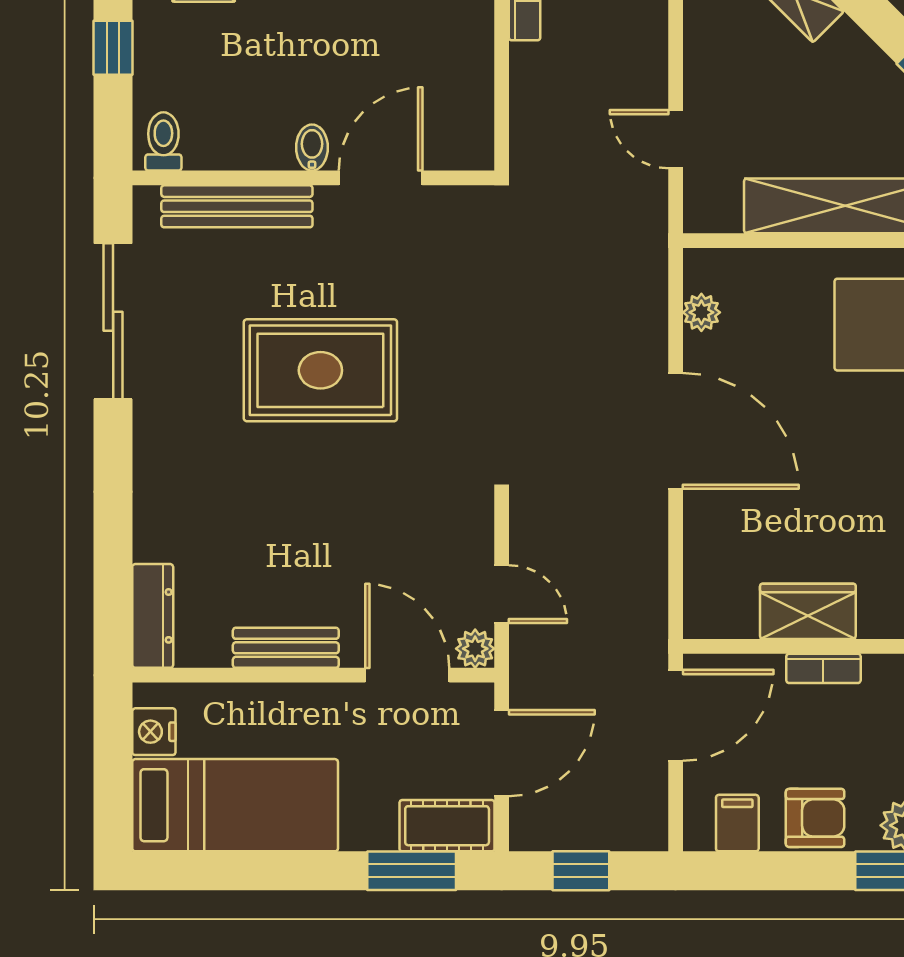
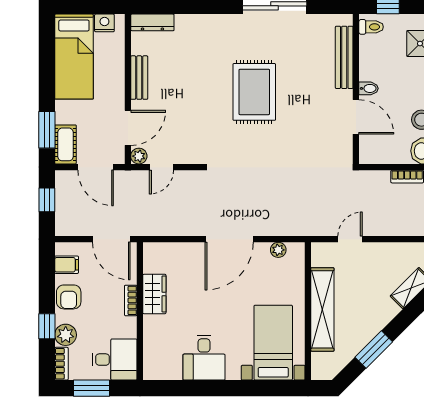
toilet: (163, 141) -> (371, 27), moved
bidet: (312, 148) -> (369, 88), moved
wall: (313, 178) -> (356, 89), moved
door: (381, 178) -> (356, 117), moved
bench: (237, 206) -> (344, 57), moved

